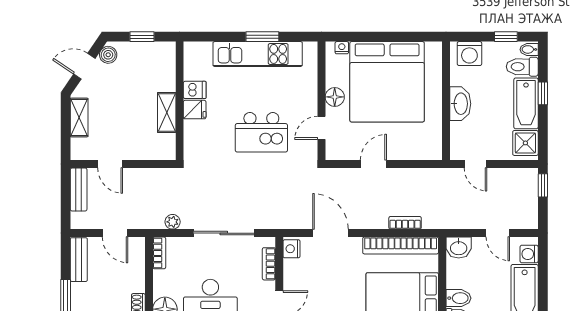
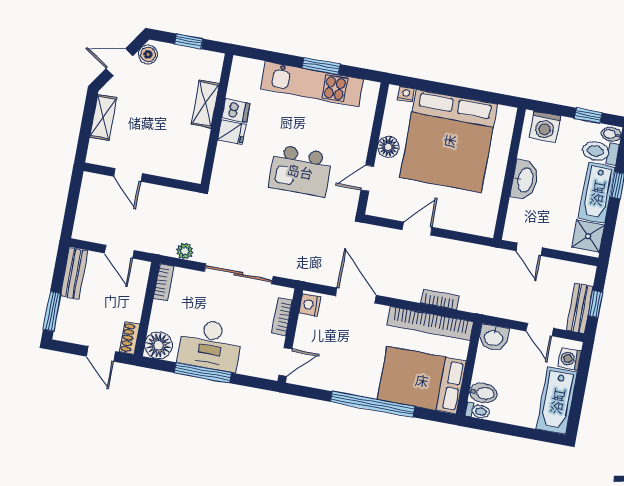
shelving: (167, 113) -> (205, 104), moved
window: (543, 185) -> (595, 304), moved
bench: (79, 189) -> (580, 308), moved

